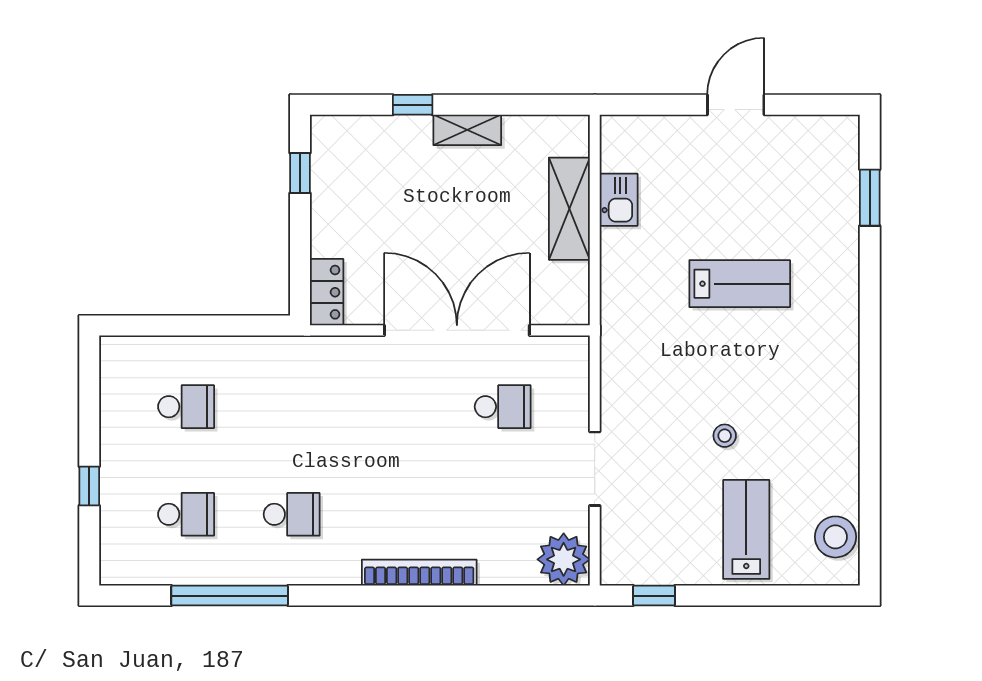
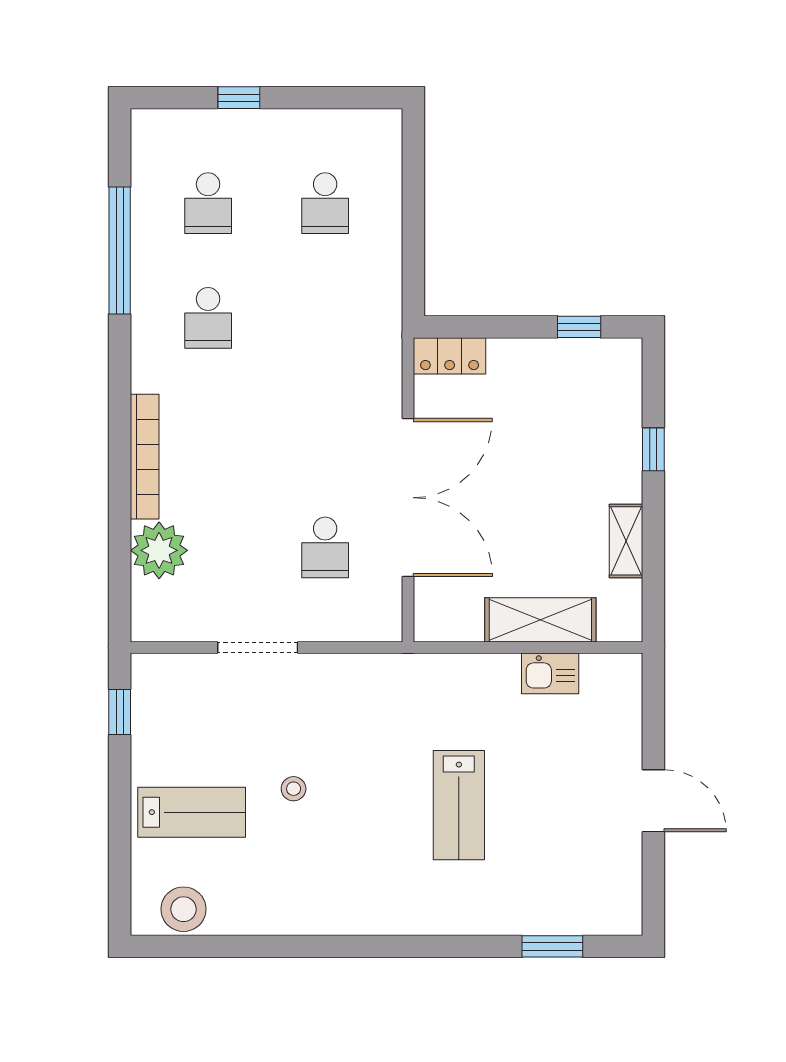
shelving: (467, 130) -> (626, 541), moved
plant: (564, 559) -> (159, 550), moved

